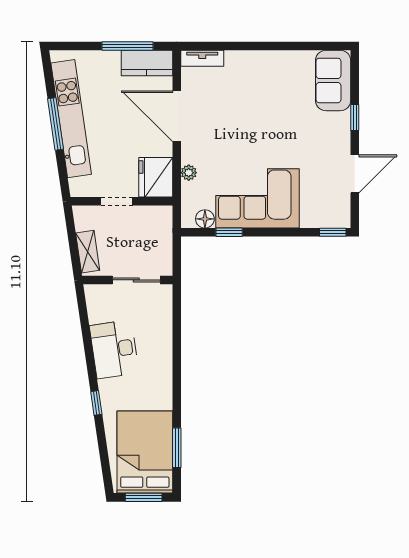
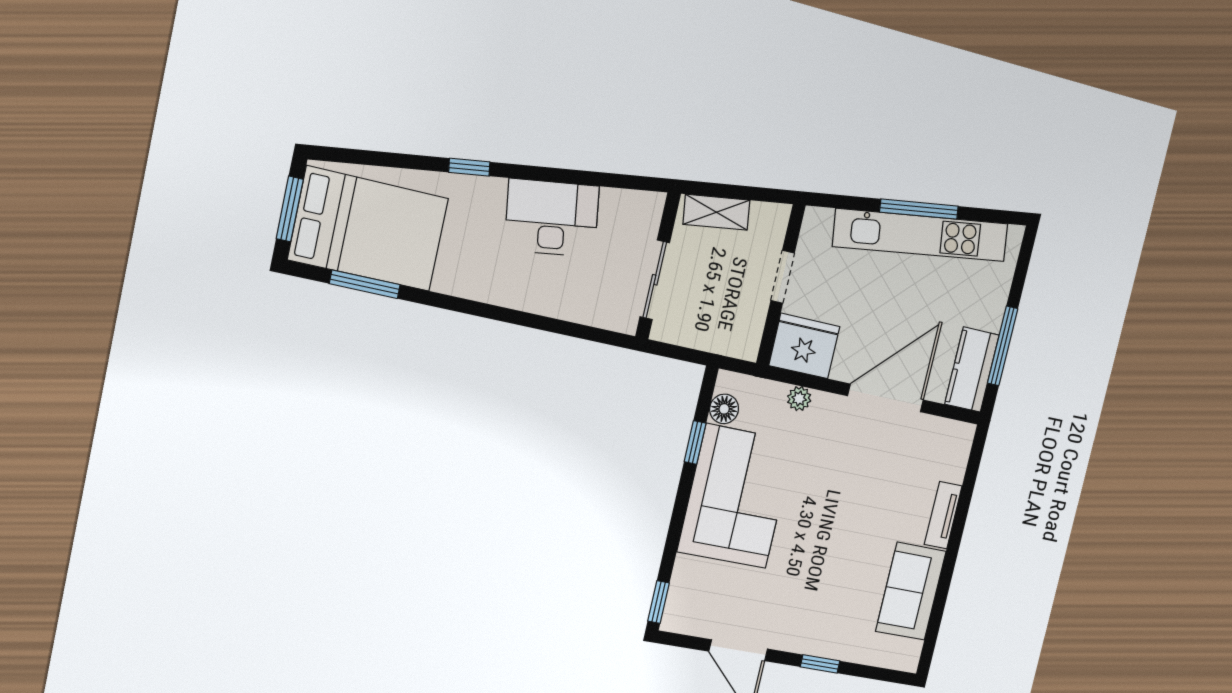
tv unit: (202, 58) -> (943, 515), moved
sofa: (333, 80) -> (911, 591), moved, turned -90

